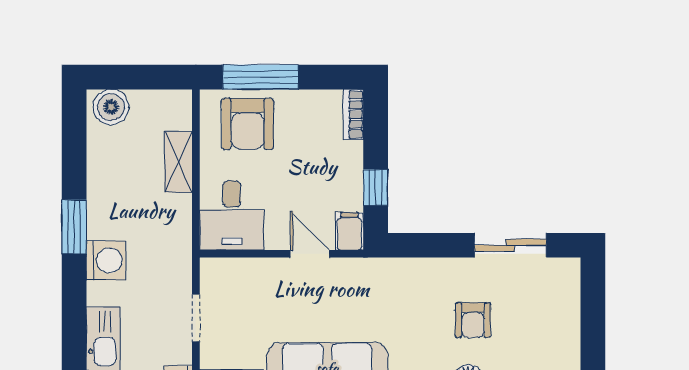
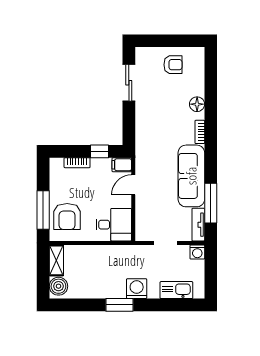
bookcase: (353, 115) -> (77, 163), moved
armchair: (248, 124) -> (67, 217), turned 90
shelving: (178, 162) -> (56, 260), moved, turned 90
armchair: (473, 320) -> (173, 65), moved

